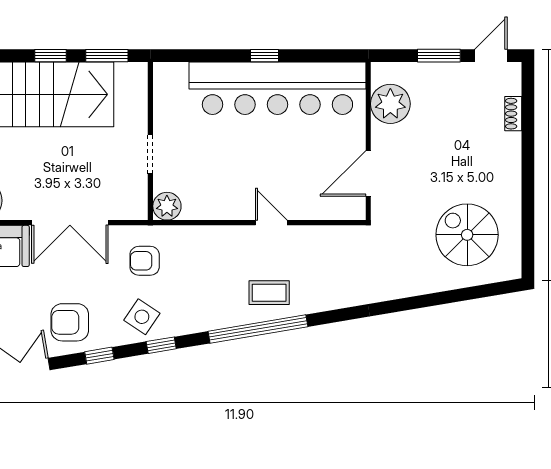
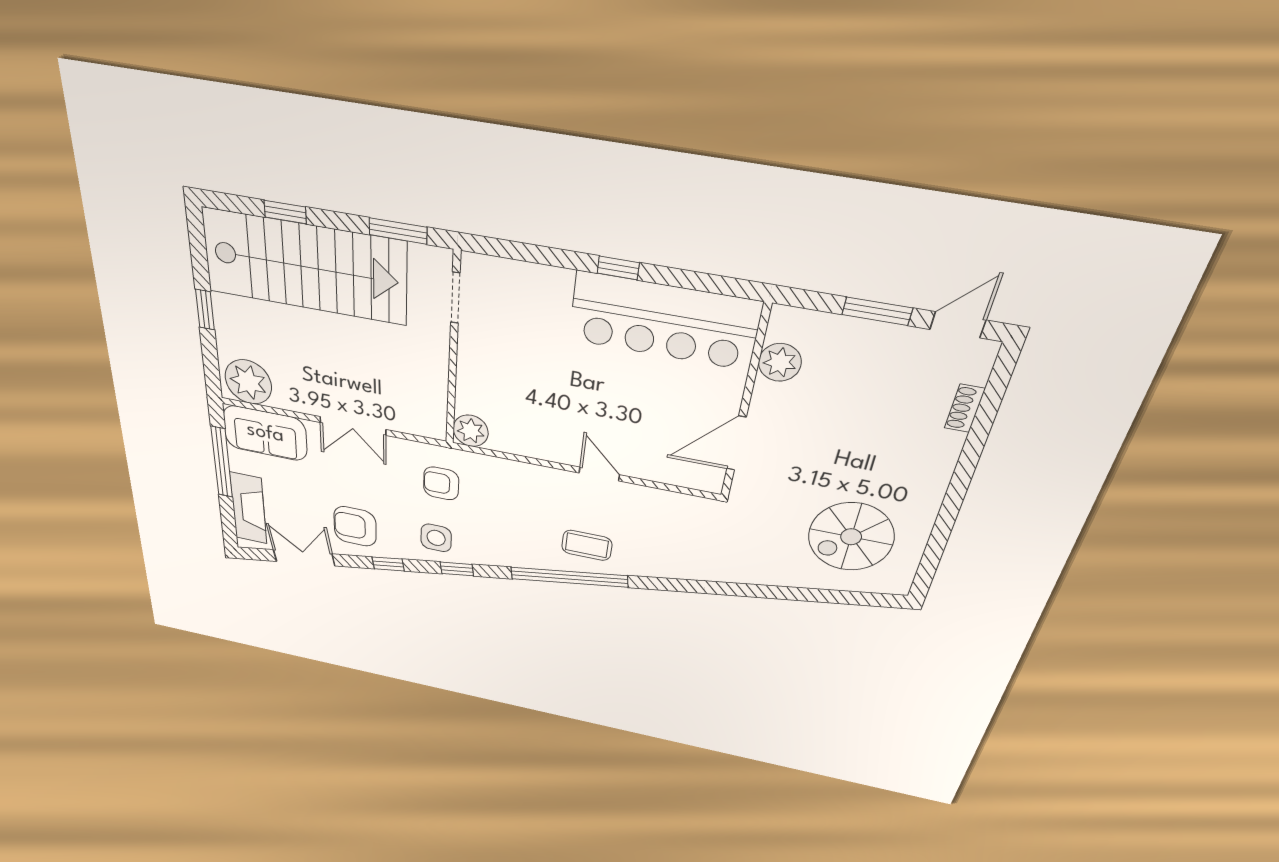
window: (50, 56) -> (285, 212), moved
bar counter: (277, 88) -> (664, 321), width x0.73
plant: (390, 104) -> (780, 362), width x0.73, depth x0.73
doorway: (150, 154) -> (455, 298), moved
double door: (70, 223) -> (353, 426), width x0.73
spiral stairs: (467, 235) -> (851, 537), turned -90
side table: (142, 317) -> (436, 538), turned -34

